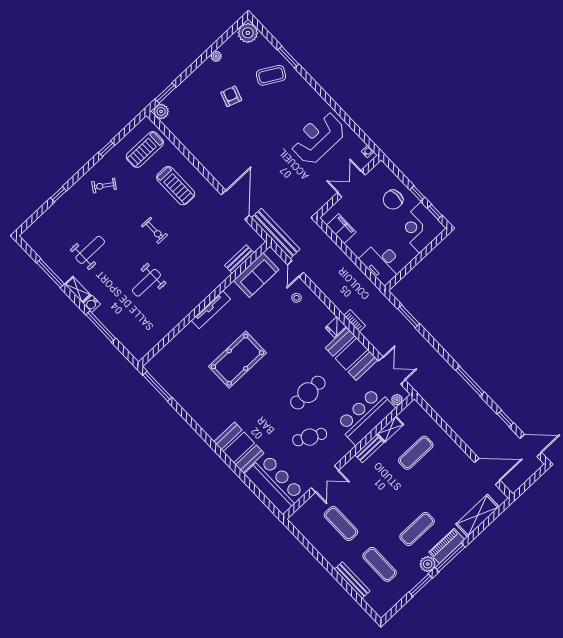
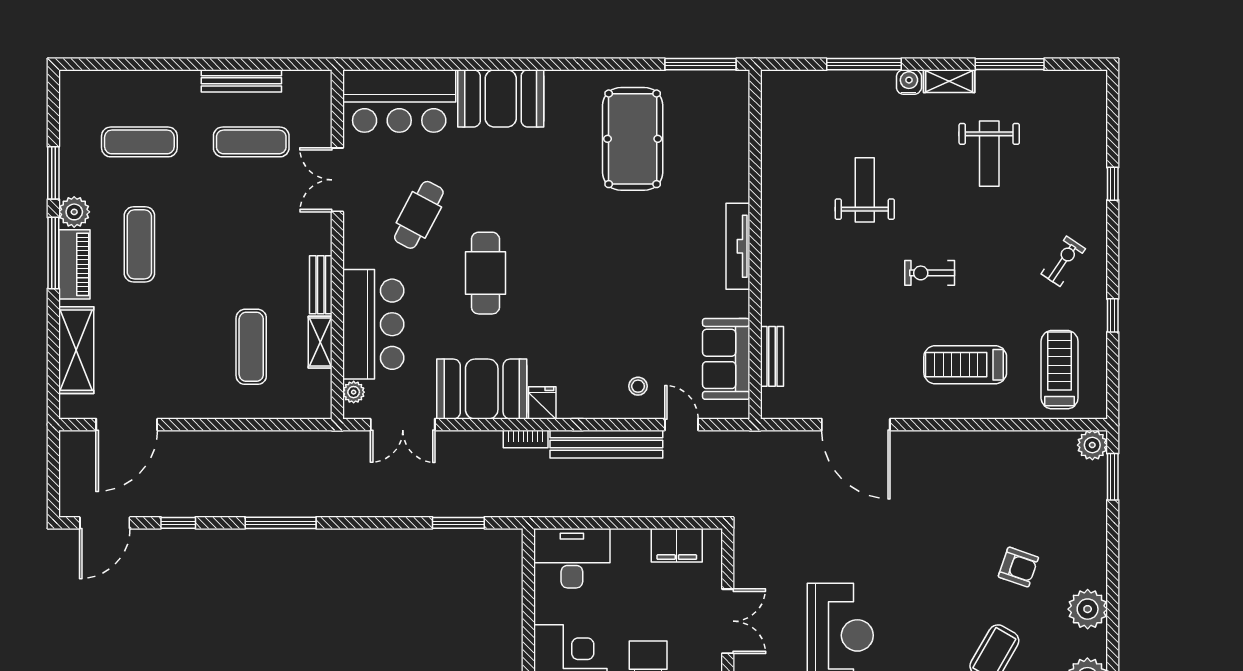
plant: (216, 56) -> (1088, 609), width x1.88, depth x1.88
bench: (276, 233) -> (606, 444), moved
pool table: (237, 360) -> (633, 139), moved
bench: (352, 580) -> (241, 81), moved

